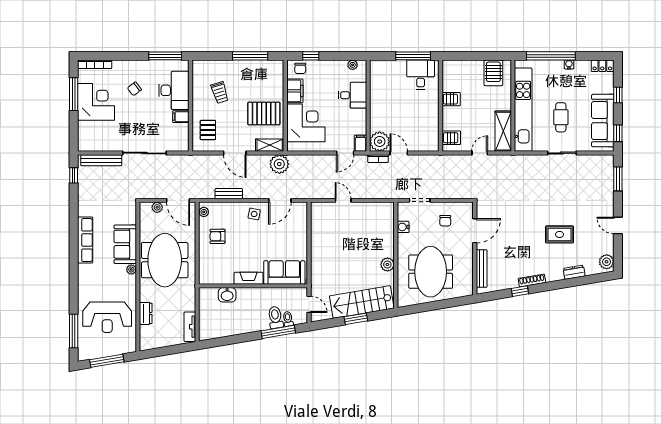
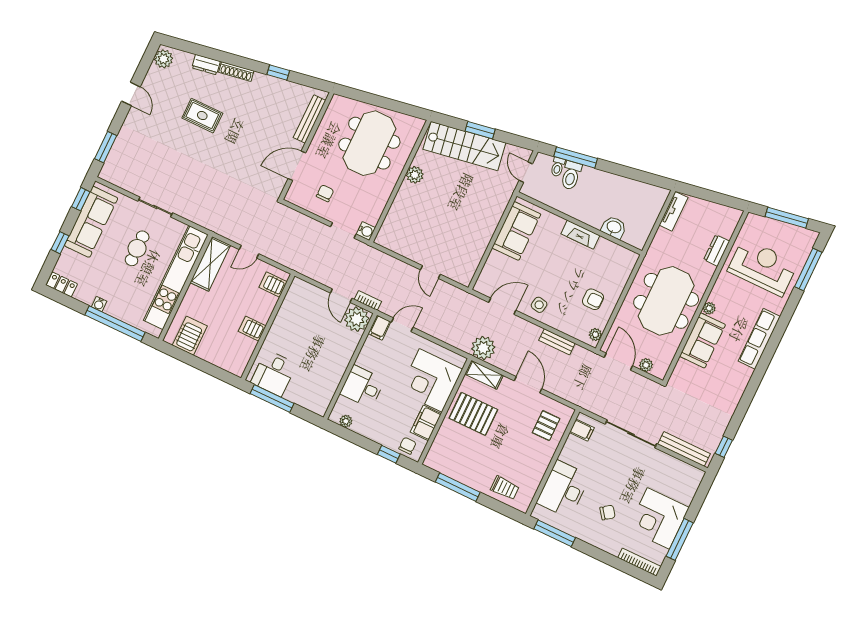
trolley: (220, 92) -> (505, 488), moved, turned 107
filing cabinet: (181, 117) -> (582, 430), moved
water cooler: (403, 227) -> (366, 231), moved
row of seats: (85, 240) -> (759, 339), moved
sofa: (284, 272) -> (516, 231), moved, turned -90
shoe rack: (532, 281) -> (236, 72), moved

